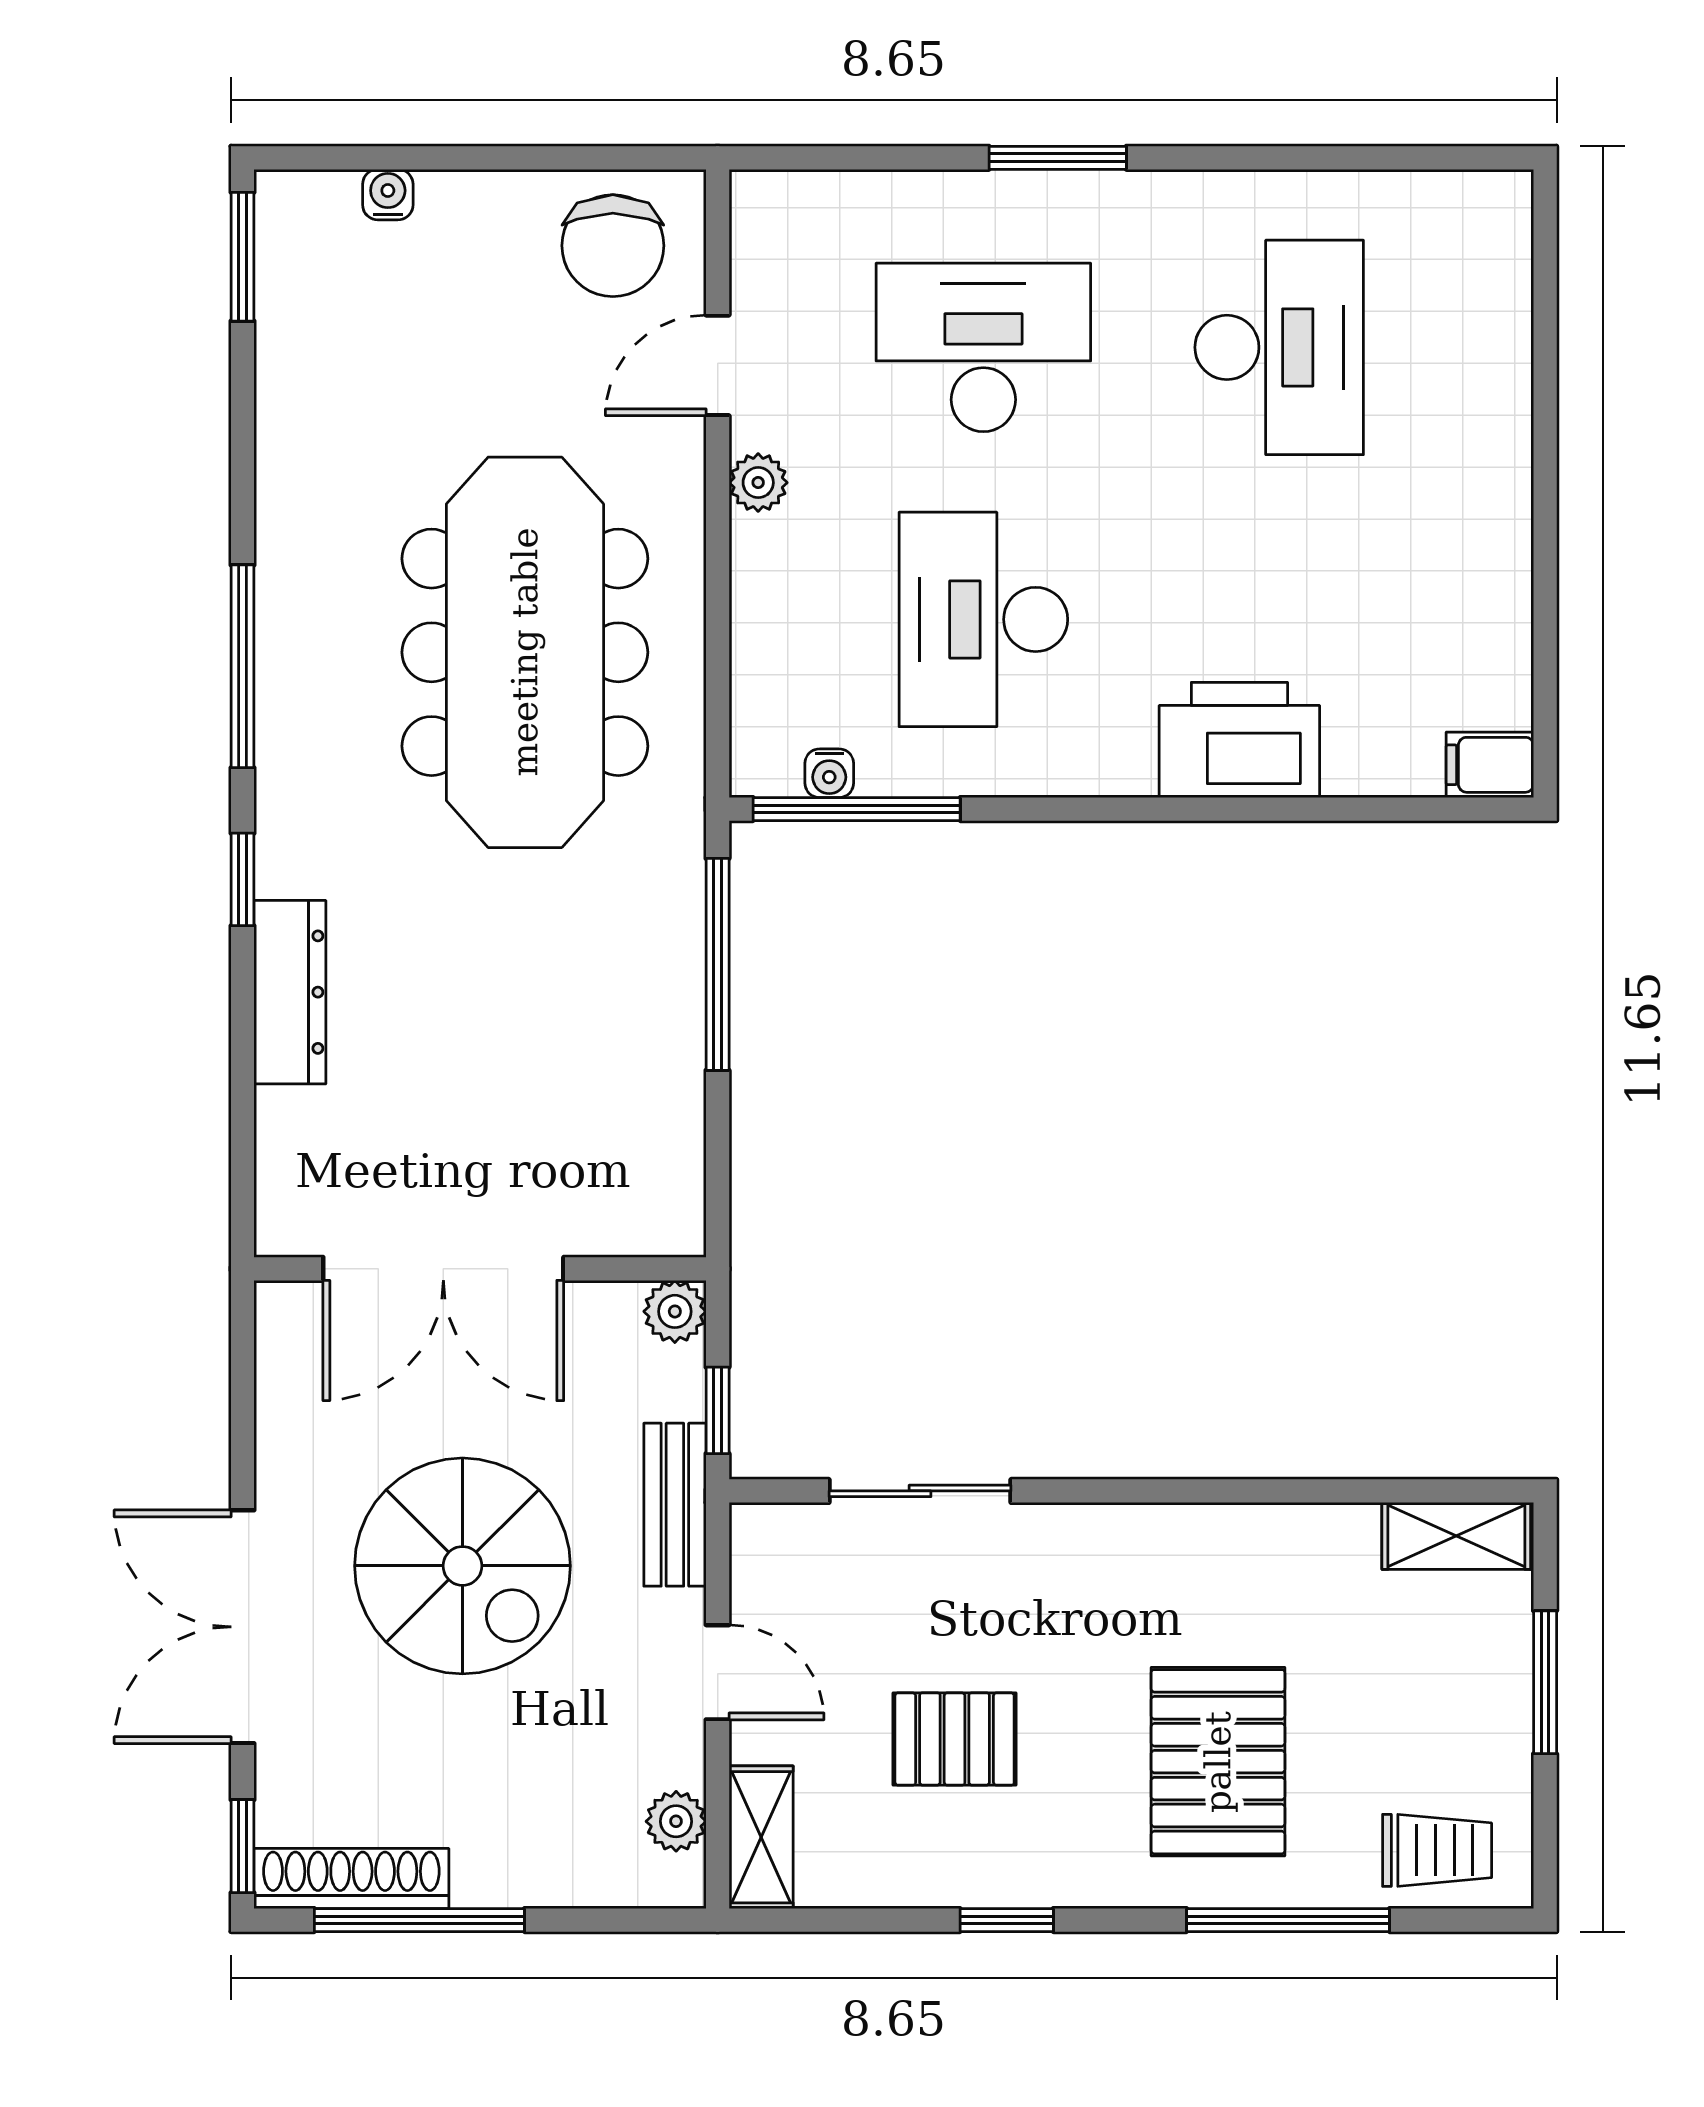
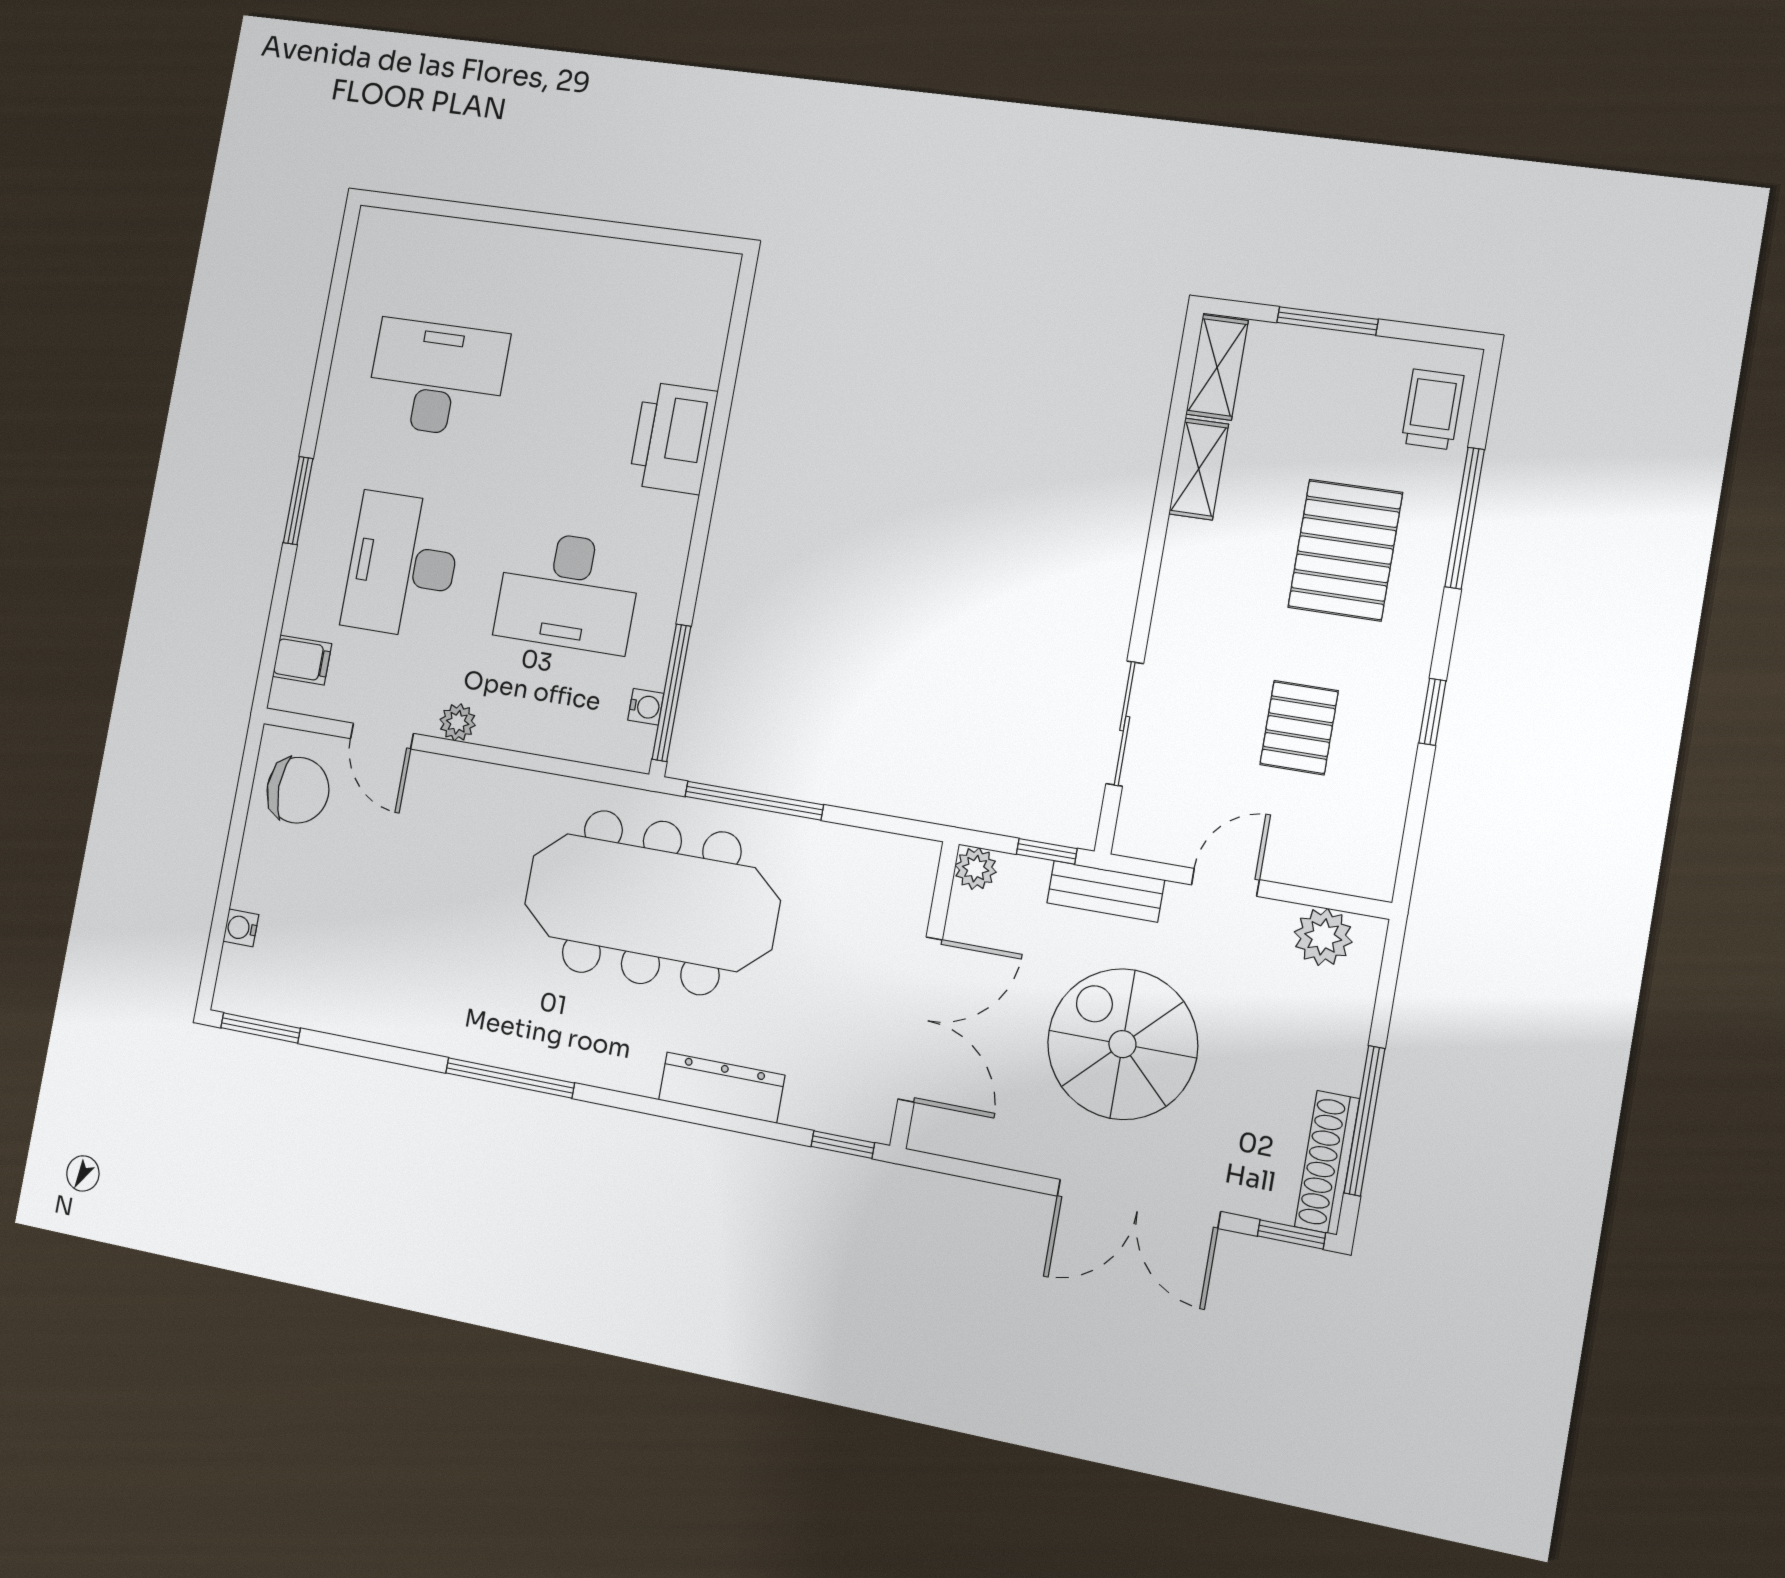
meeting table: (525, 652) -> (651, 902), moved
filing cabinet: (1490, 765) -> (302, 660), moved, turned -90
window: (243, 879) -> (843, 1145), moved
spiral stairs: (462, 1566) -> (1122, 1044), turned -90
pallet: (1218, 1762) -> (1345, 550), turned 90
plant: (676, 1821) -> (1323, 937), width x1.38, depth x1.38
shelving: (761, 1837) -> (1199, 469), moved, turned 90

